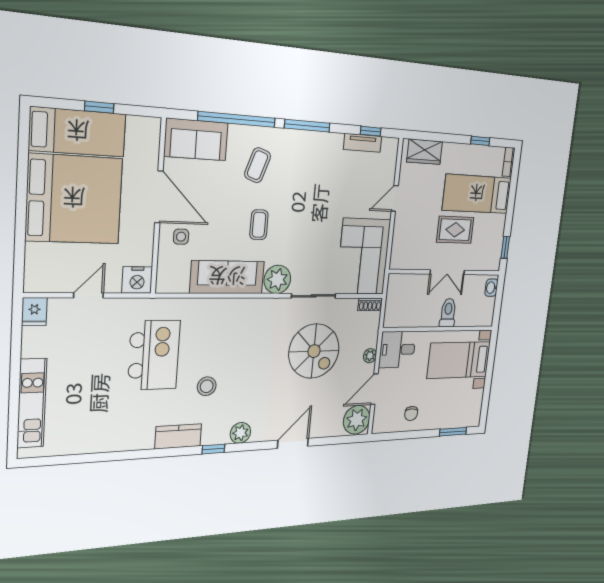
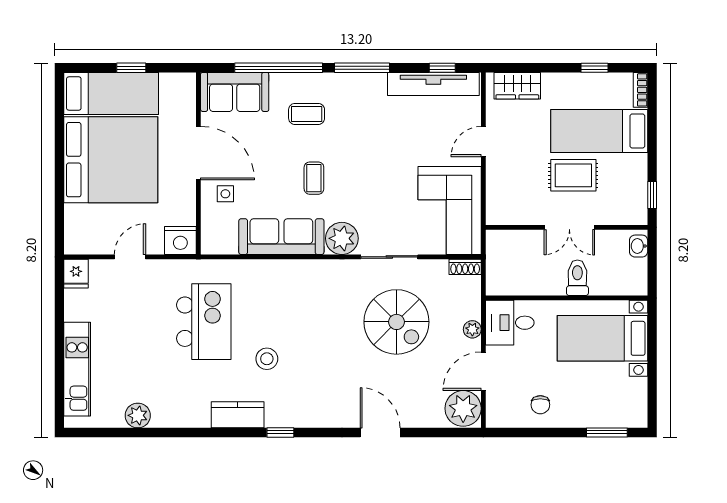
tv unit: (363, 143) -> (433, 84), width x1.92, depth x1.29
coffee table: (258, 165) -> (307, 114), turned 71
plant: (240, 433) -> (138, 415), moved
door: (293, 443) -> (380, 432), hinge flipped

